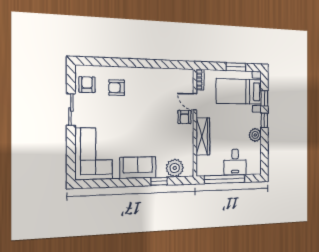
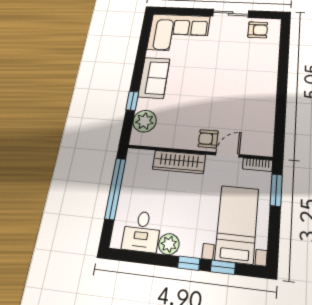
window: (236, 67) -> (276, 190), moved
armchair: (117, 88) -> (252, 60), removed
desk: (235, 162) -> (142, 231), moved, turned -90

